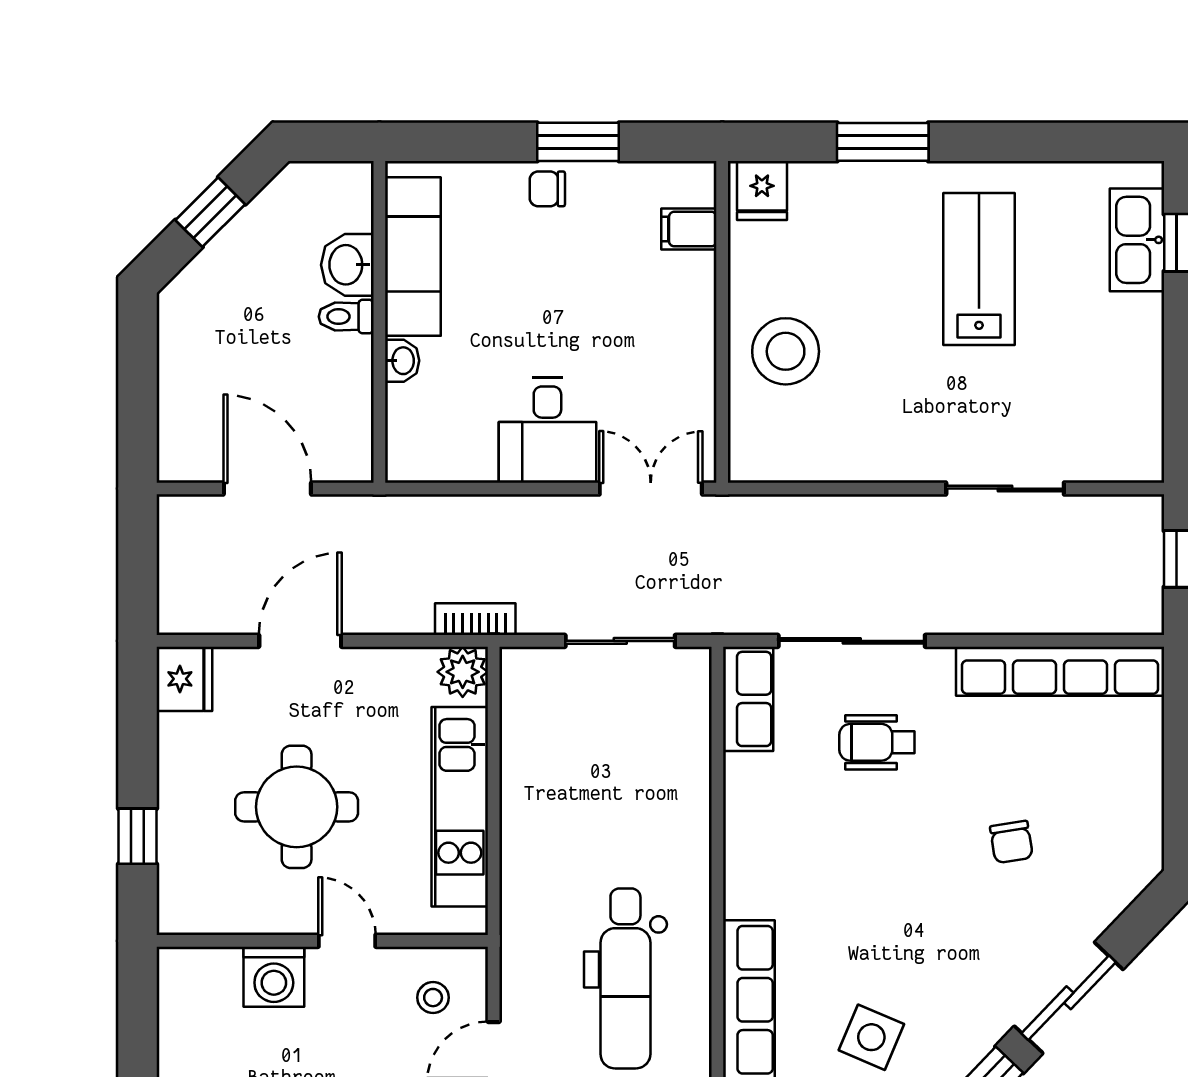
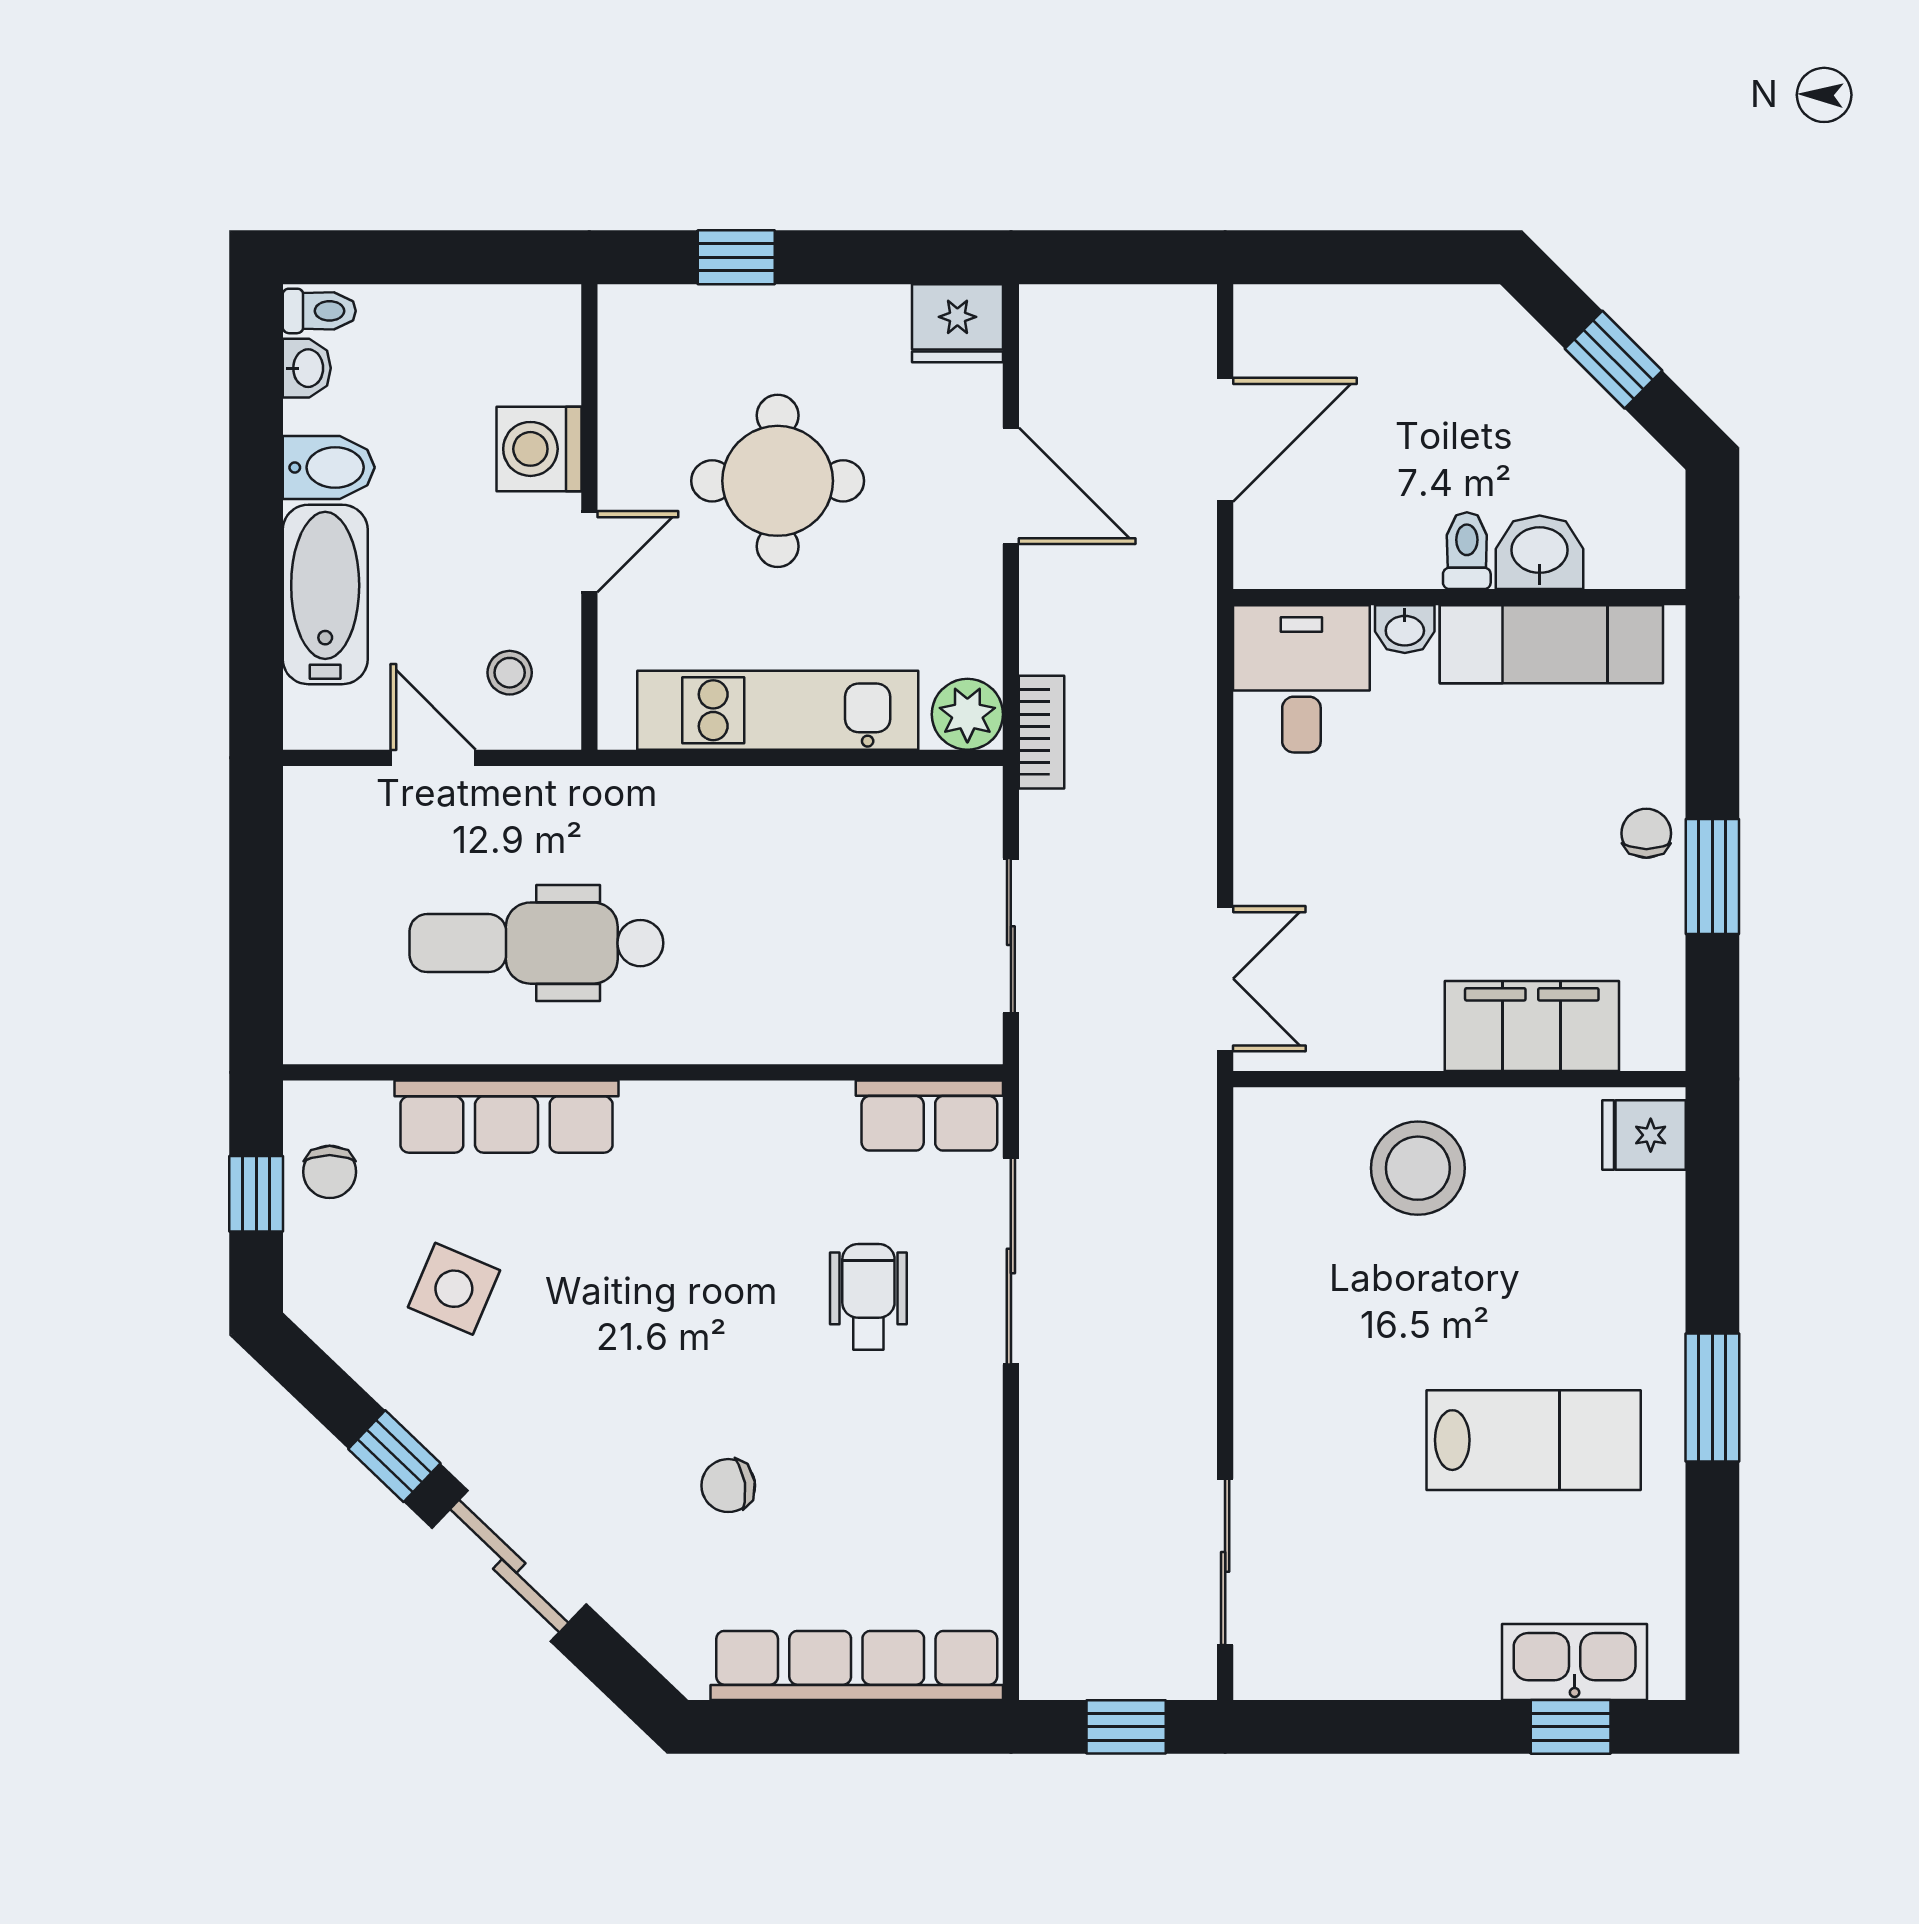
window: (883, 142) -> (1712, 1397), moved
filing cabinet: (689, 229) -> (1532, 1026), width x3.00, depth x1.17
desk: (547, 430) -> (1301, 679), moved, turned 90
sliding door: (1005, 489) -> (1225, 1562), moved
row of seats: (1060, 671) -> (857, 1665), moved, turned 90

